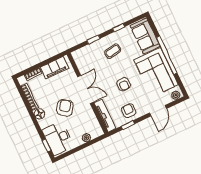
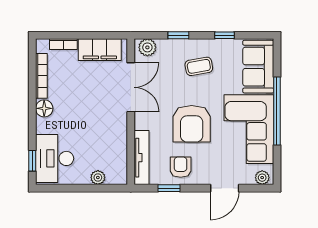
plant: (80, 54) -> (147, 47), added
armchair: (124, 84) -> (192, 124), width x1.88, depth x1.88
double door: (85, 89) -> (131, 87), moved
armchair: (65, 108) -> (87, 117), removed

